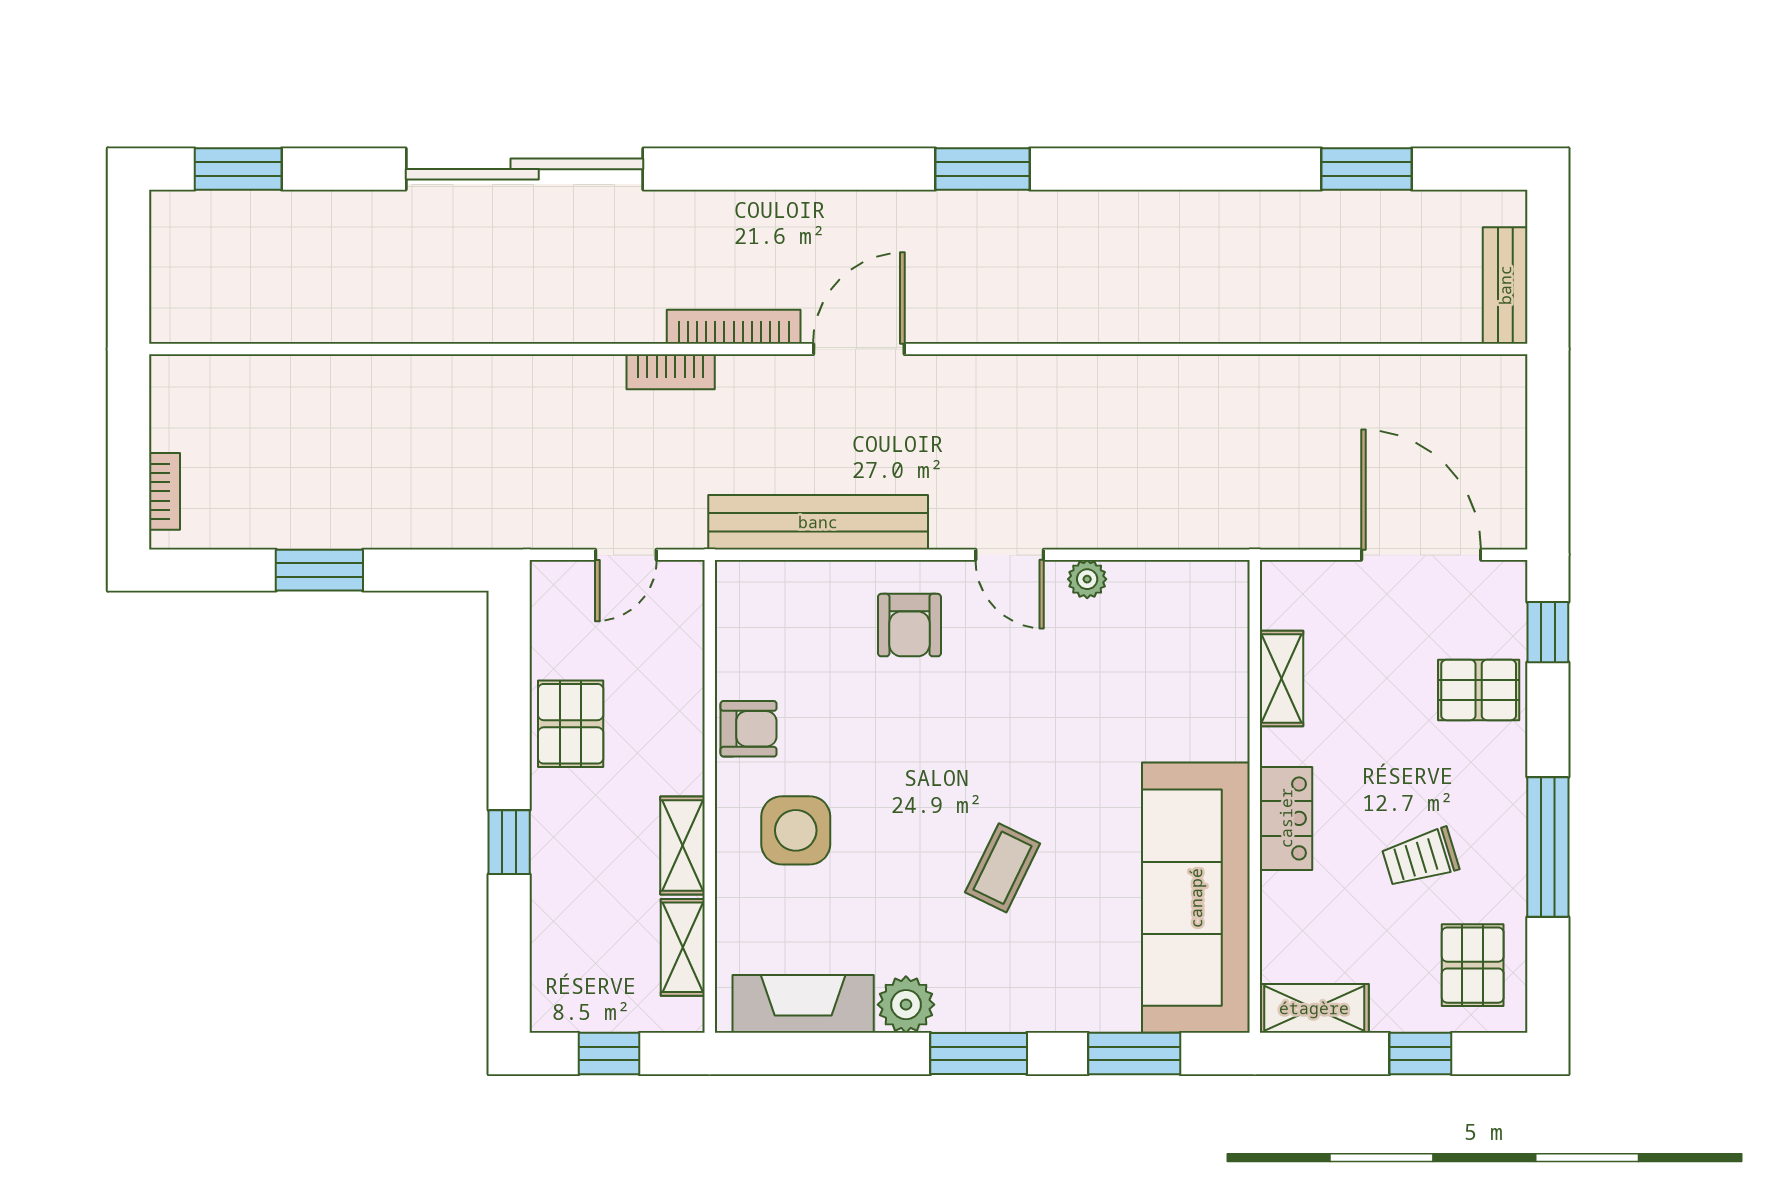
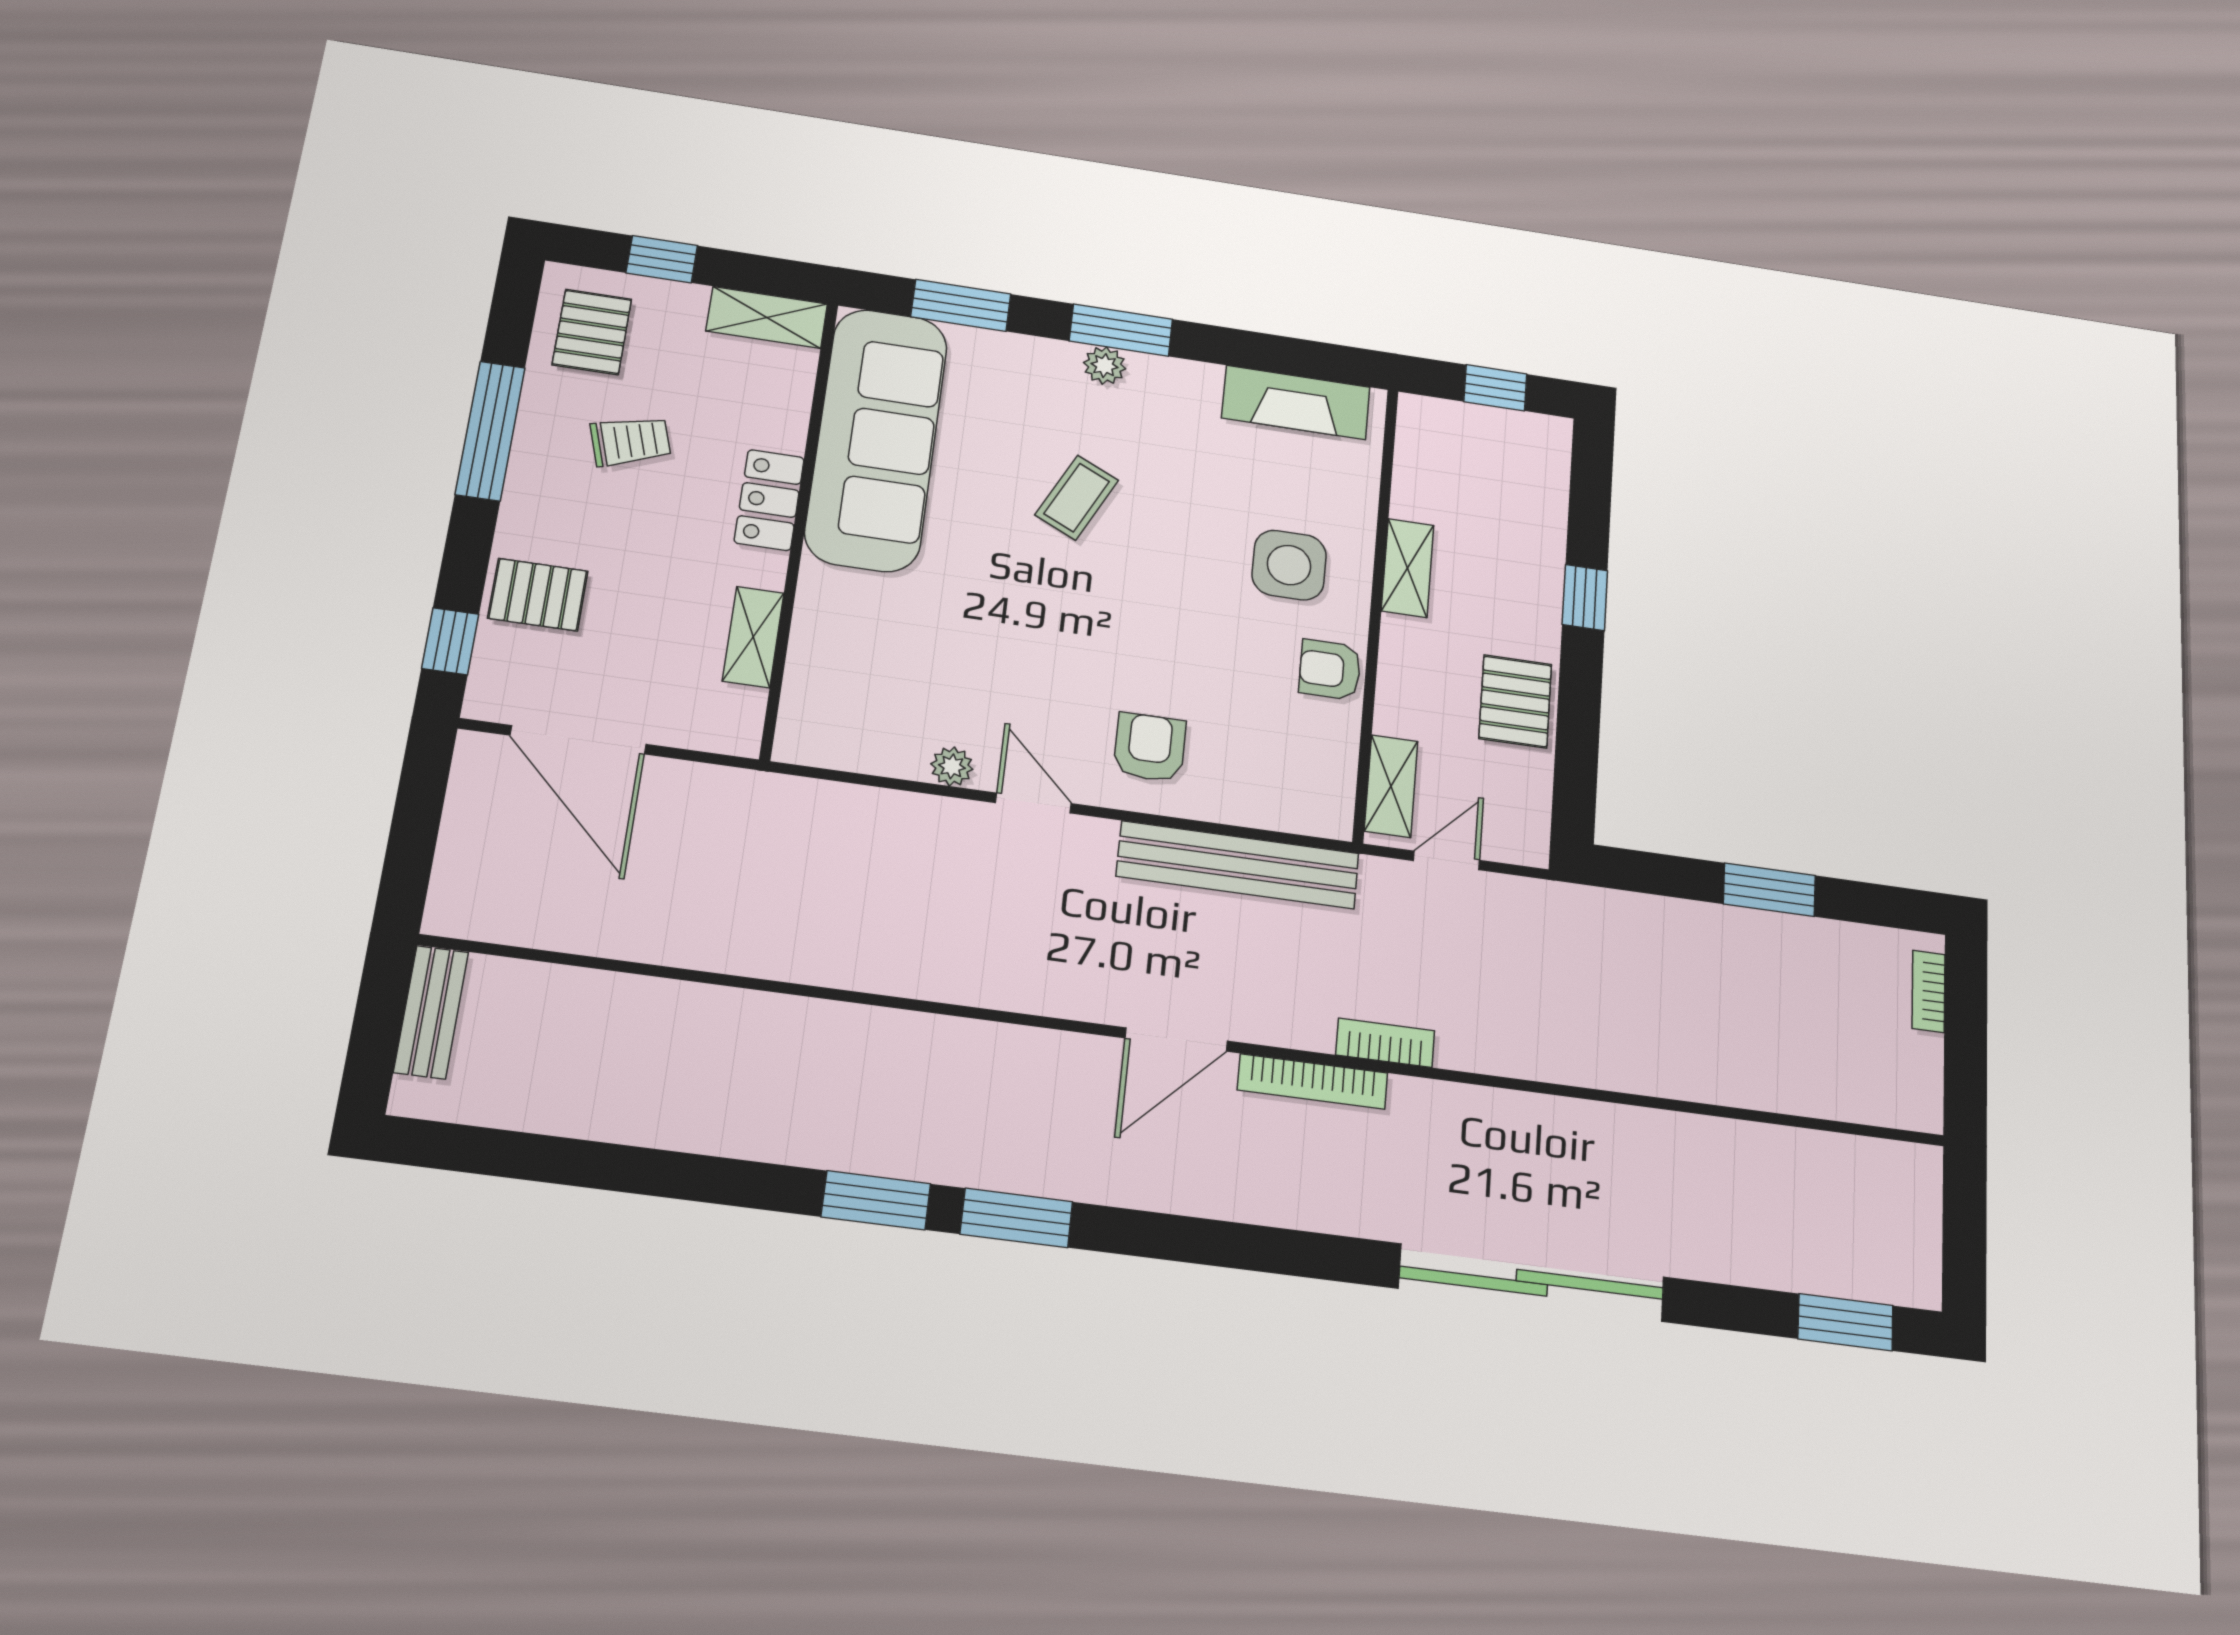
window: (1366, 169) -> (876, 1200), moved
shelving: (683, 947) -> (1391, 786), moved
plant: (906, 1005) -> (1105, 366), moved, width x0.73, depth x0.73

